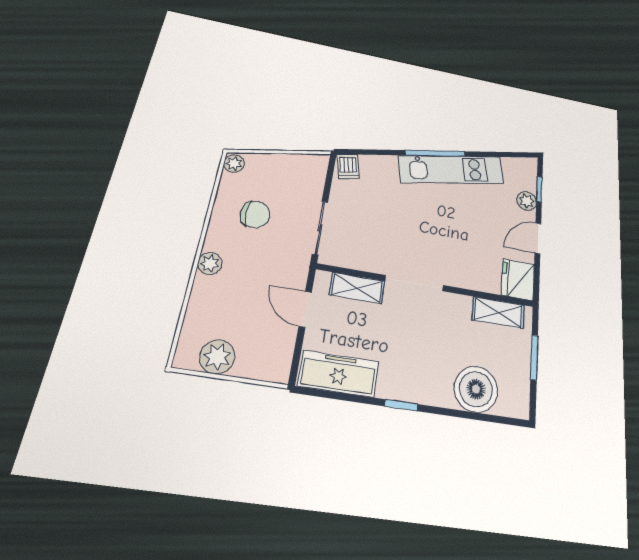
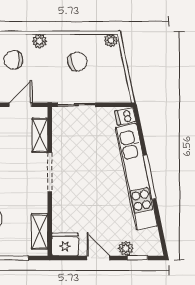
kitchen unit: (451, 170) -> (136, 177), width x1.36
chair: (255, 214) -> (77, 62), turned -108
chair: (231, 309) -> (13, 60), added

